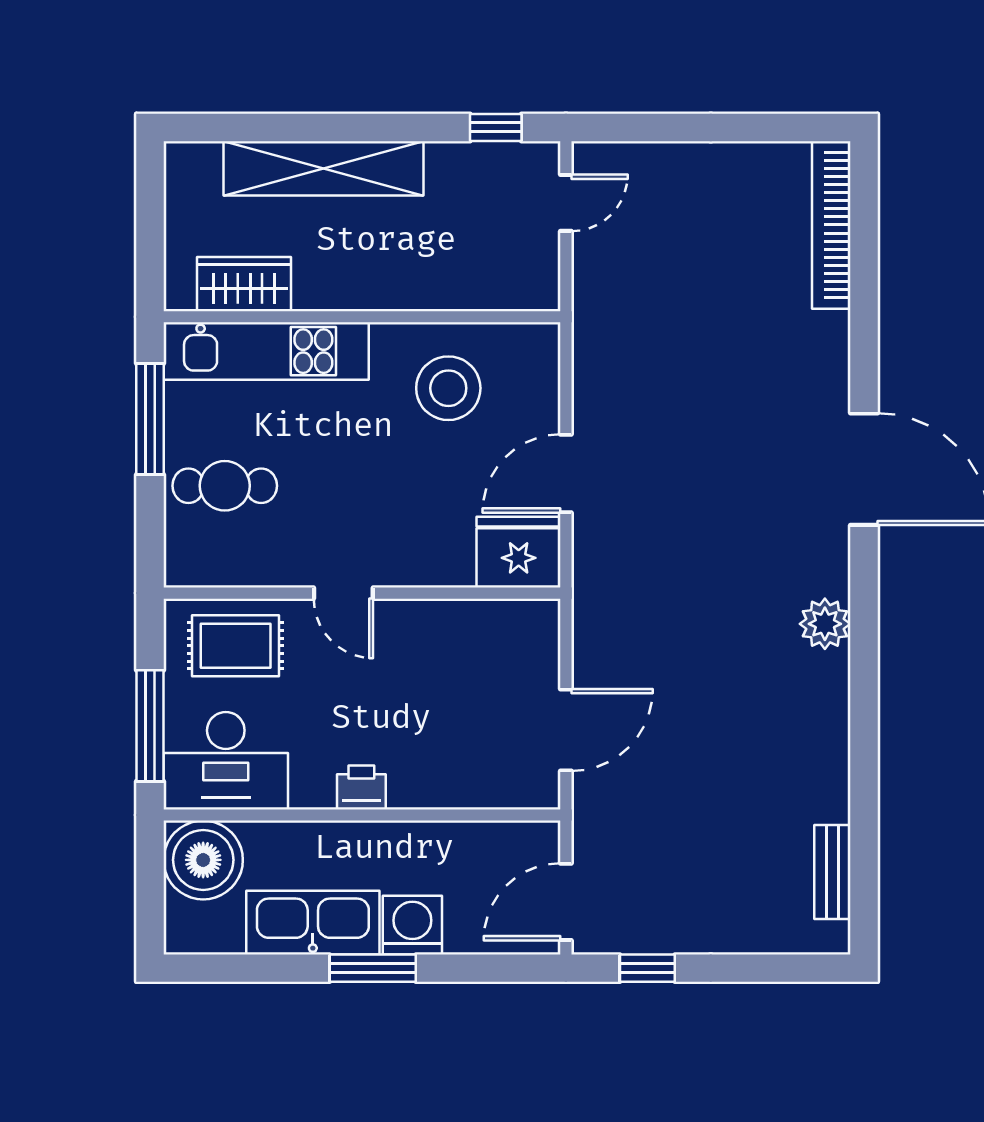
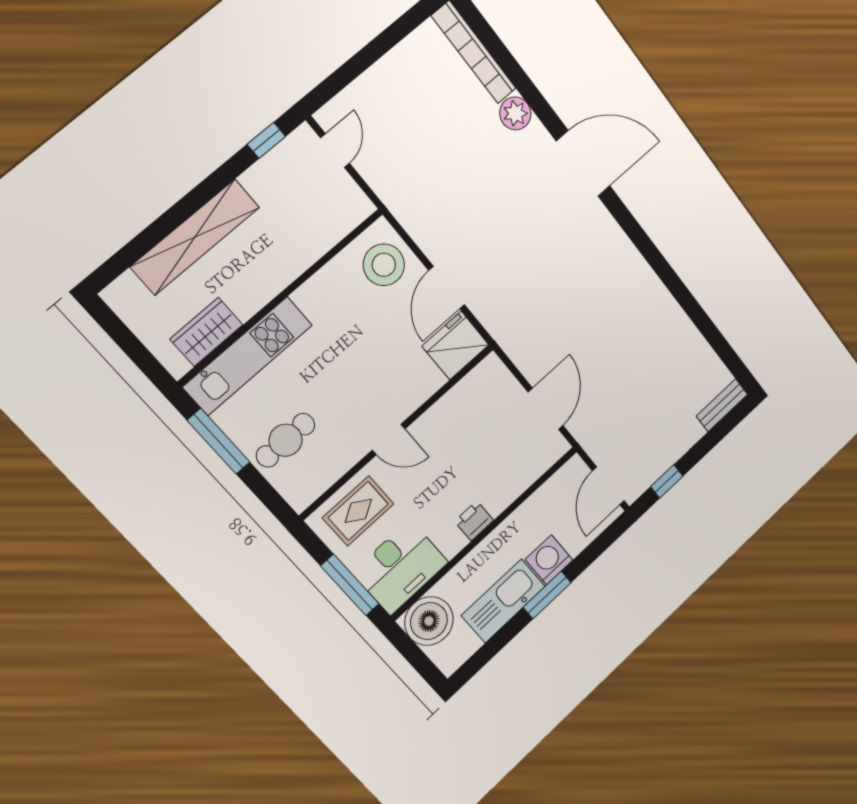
stool: (448, 388) -> (384, 265), moved
plant: (825, 624) -> (515, 113), moved
bench: (832, 872) -> (722, 405), moved, turned 90

